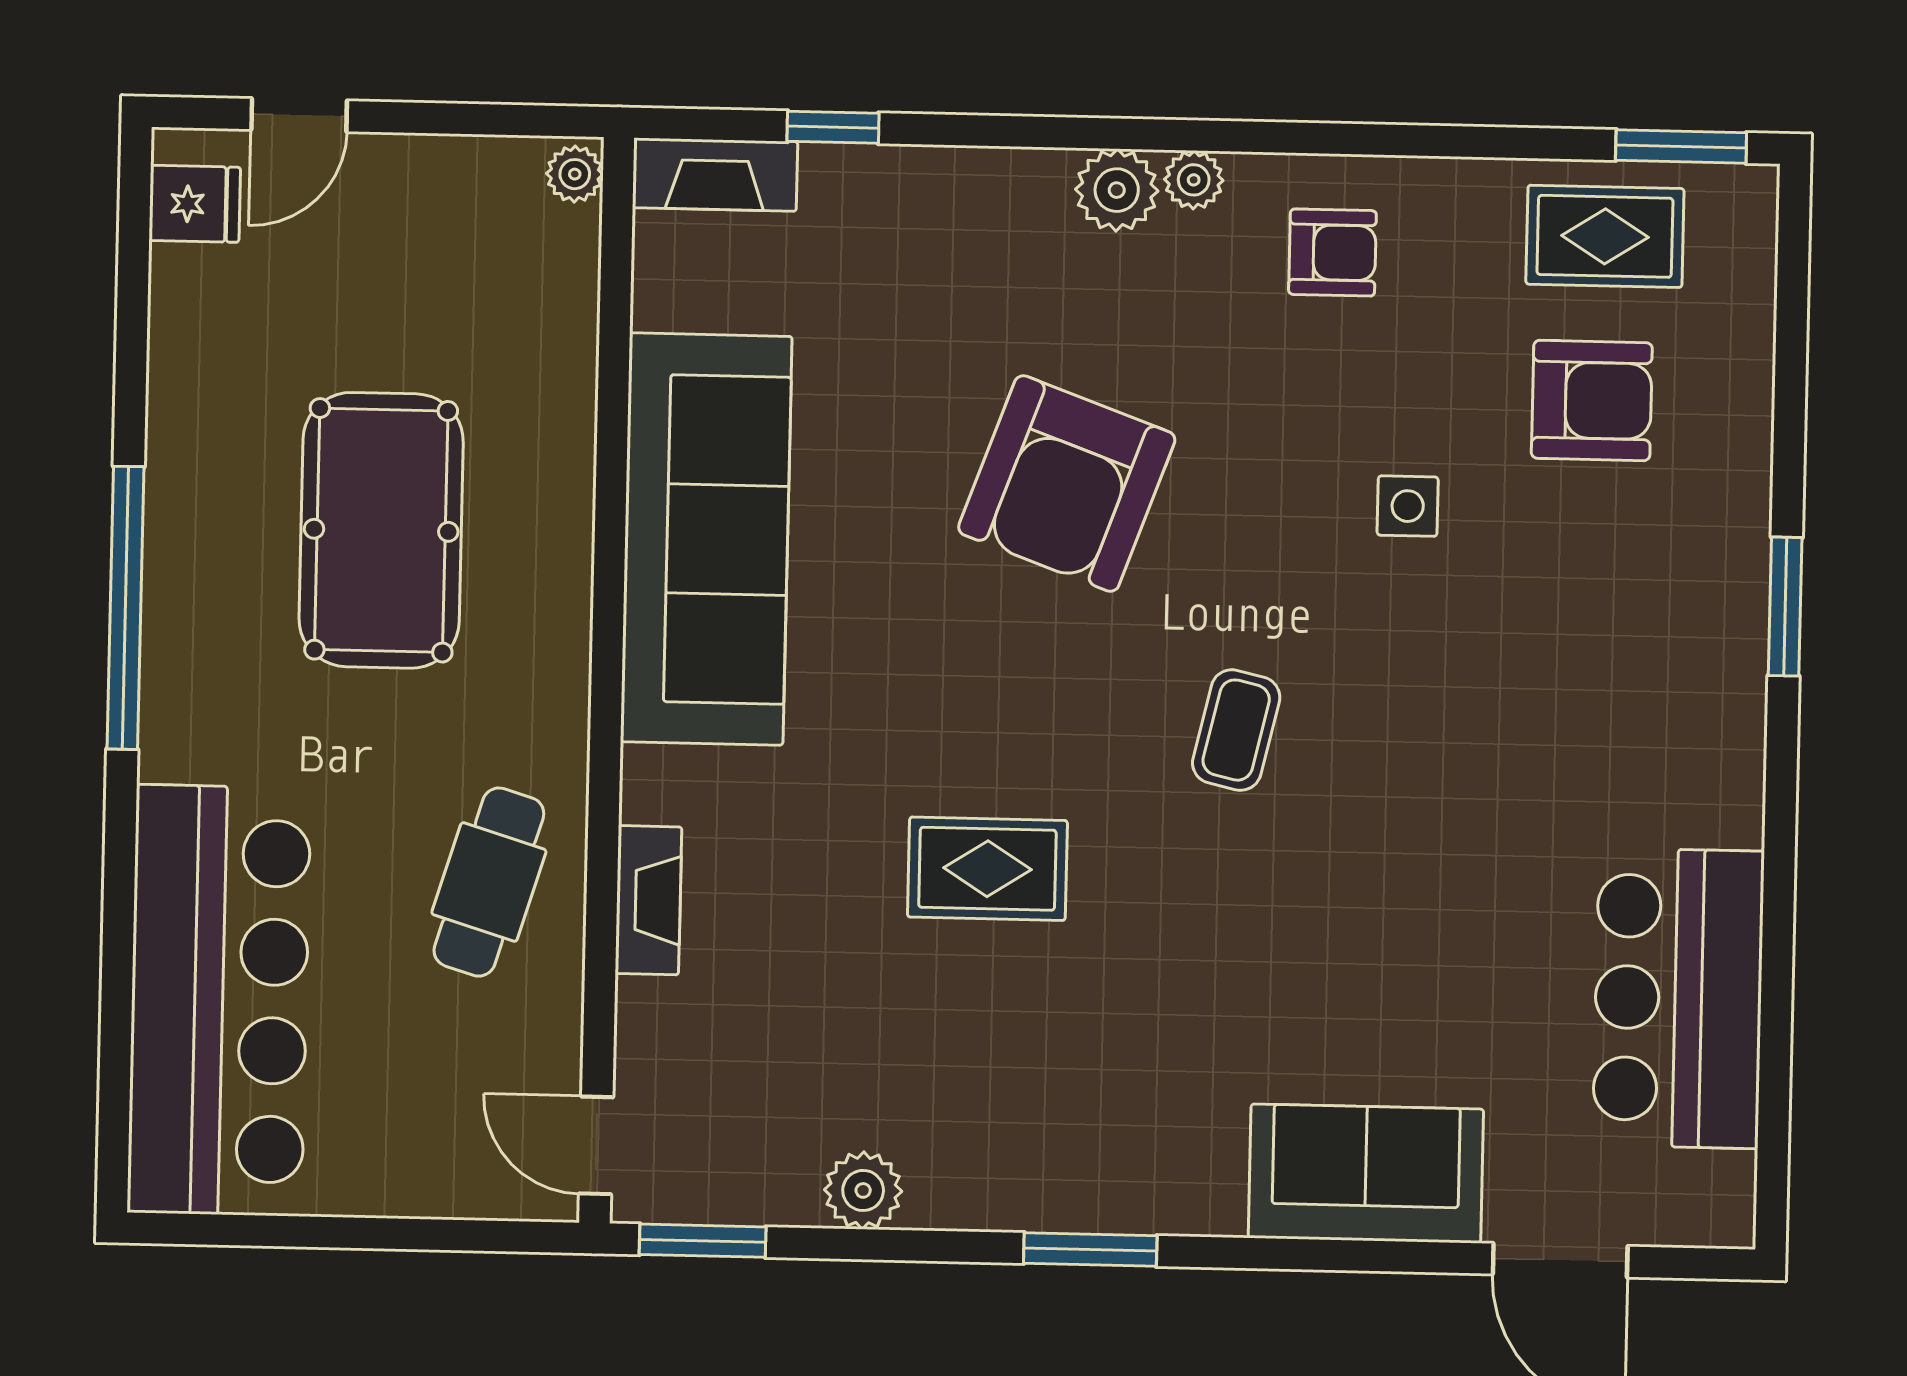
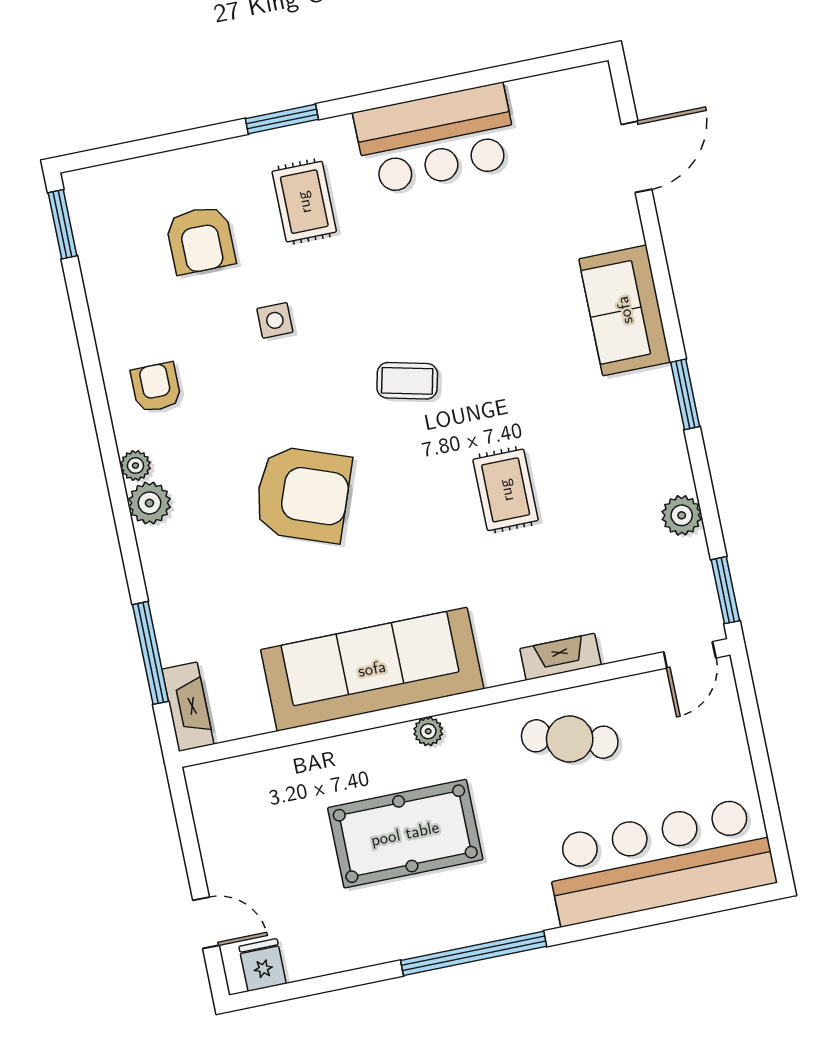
window: (833, 127) -> (151, 653), width x2.17
plant: (575, 174) -> (428, 731), moved
rug: (1605, 236) -> (304, 202), moved
armchair: (1592, 400) -> (201, 240), turned 180
bar counter: (1678, 998) -> (436, 139), moved
sofa: (1366, 1174) -> (625, 310), moved

